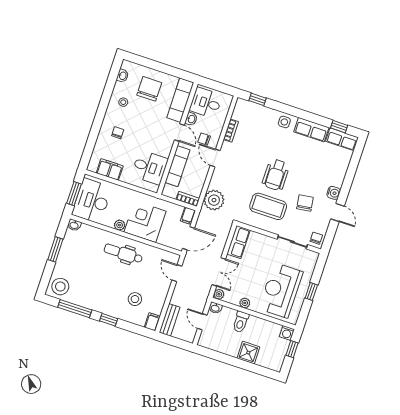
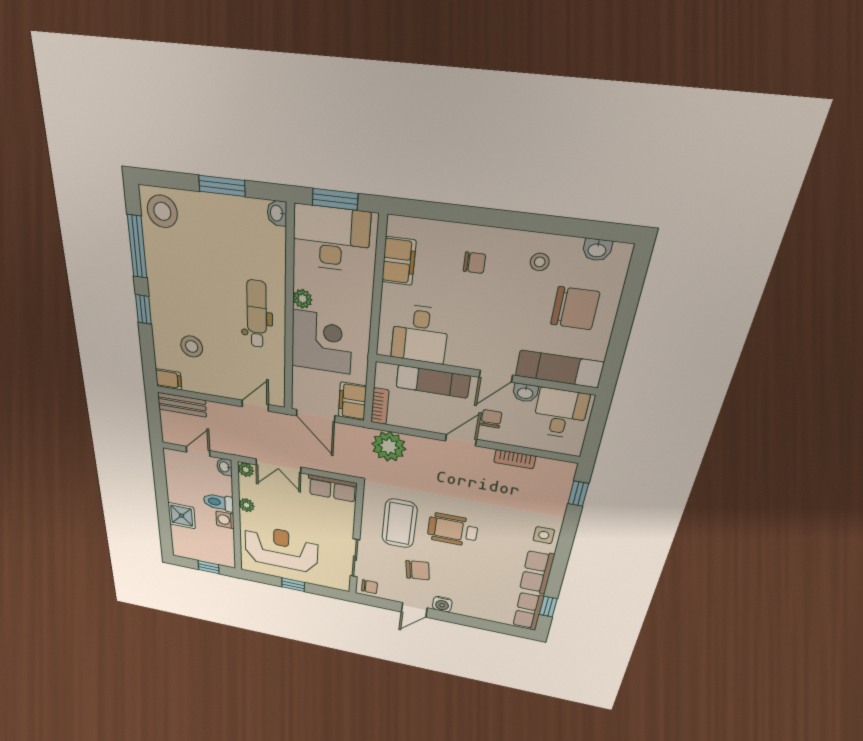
filing cabinet: (188, 216) -> (352, 401), width x2.00
washing machine: (287, 333) -> (225, 520), moved

